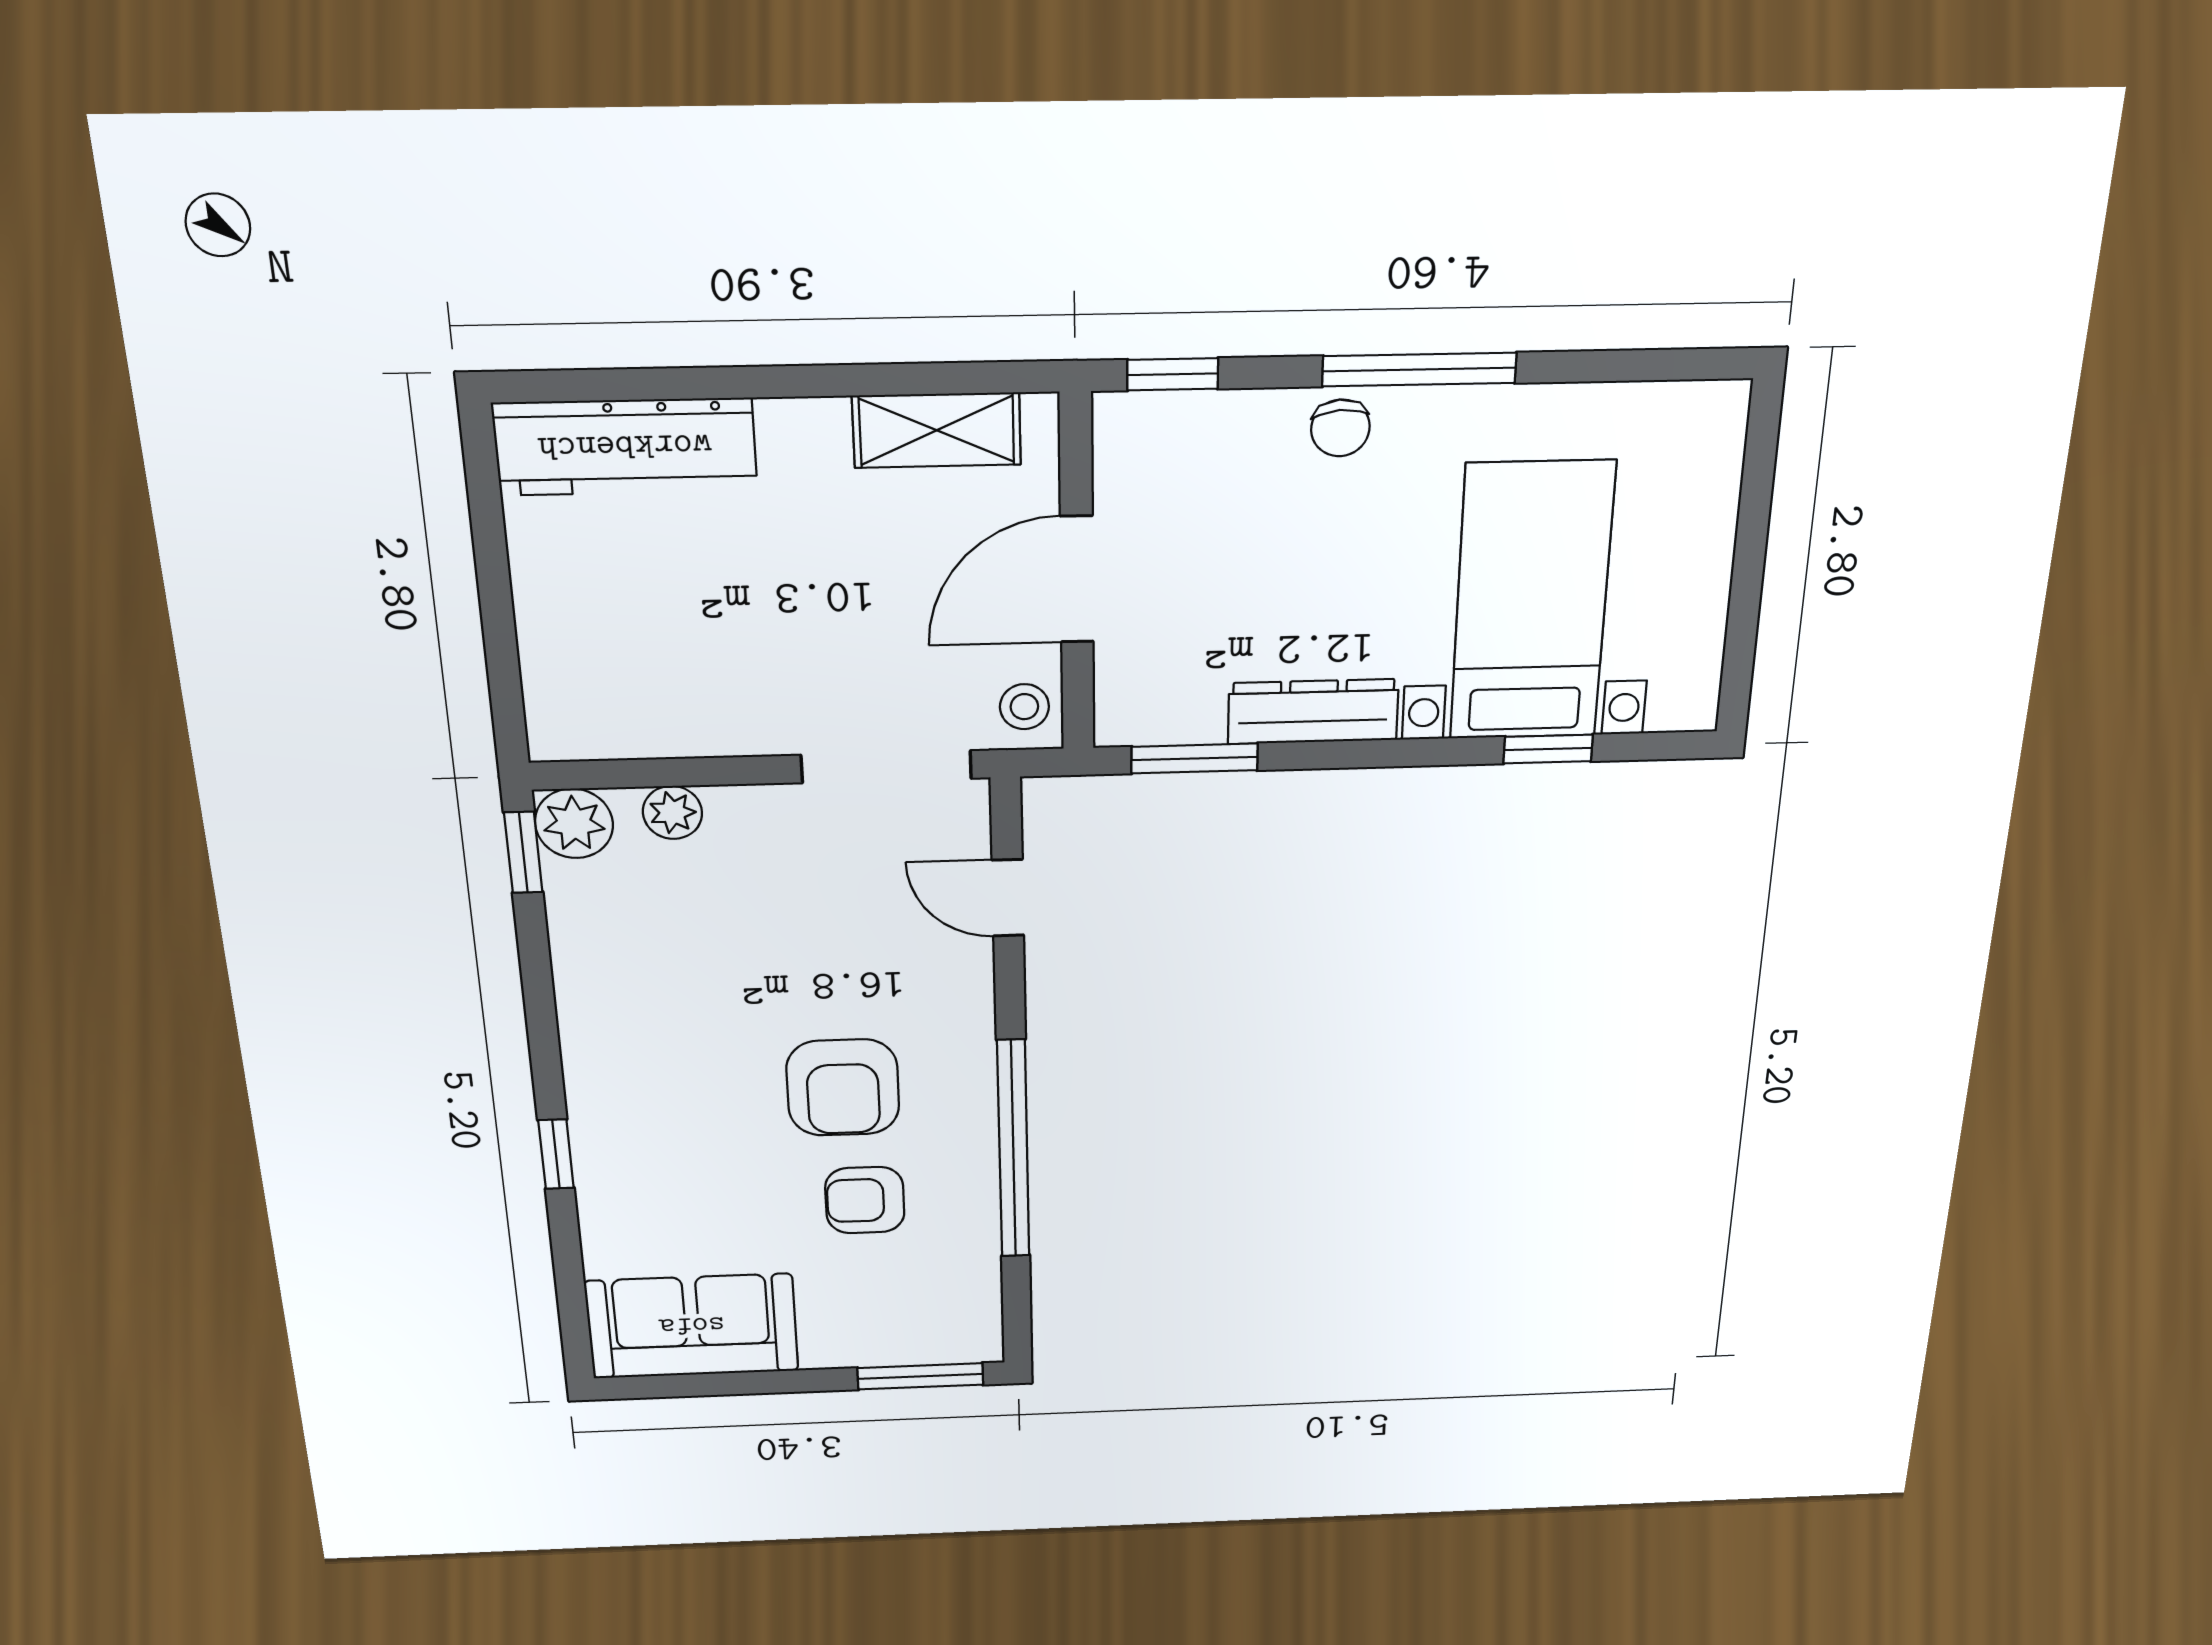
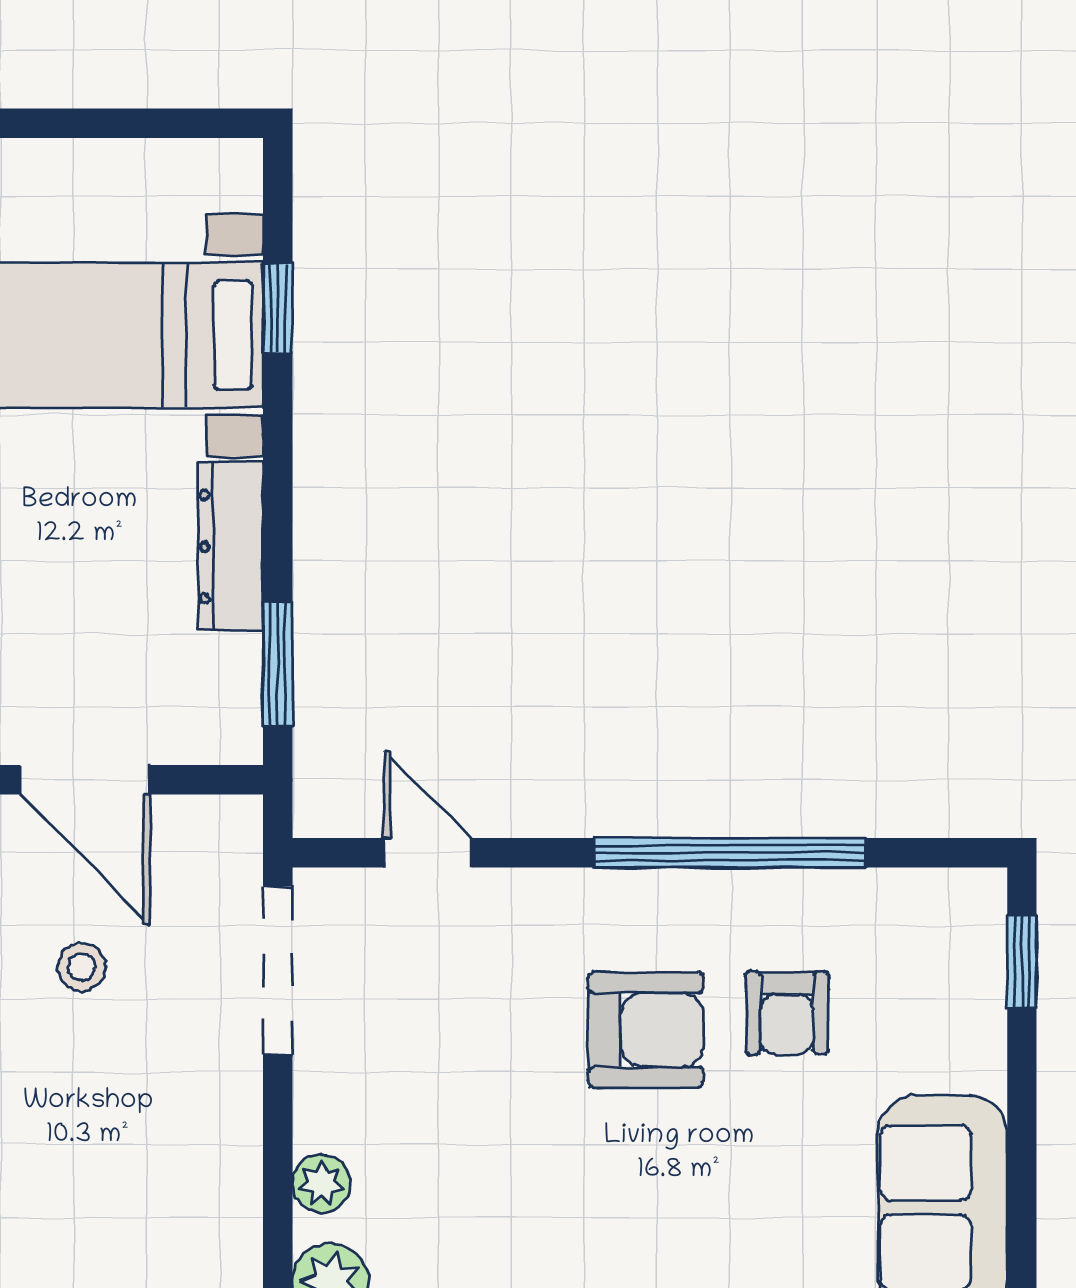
stool: (1024, 707) -> (82, 967), moved
door: (1008, 898) -> (428, 853), swing flipped
window: (920, 1376) -> (1022, 961), width x0.67

